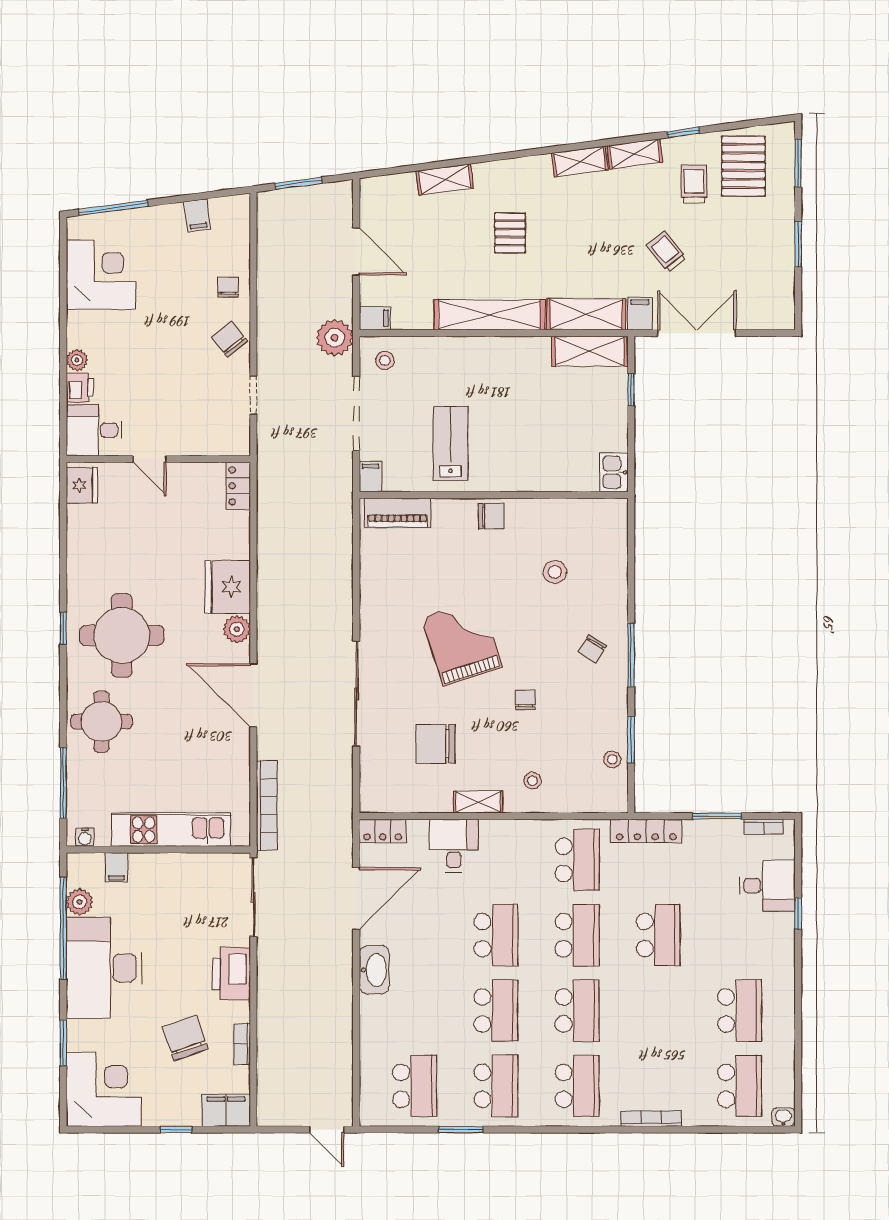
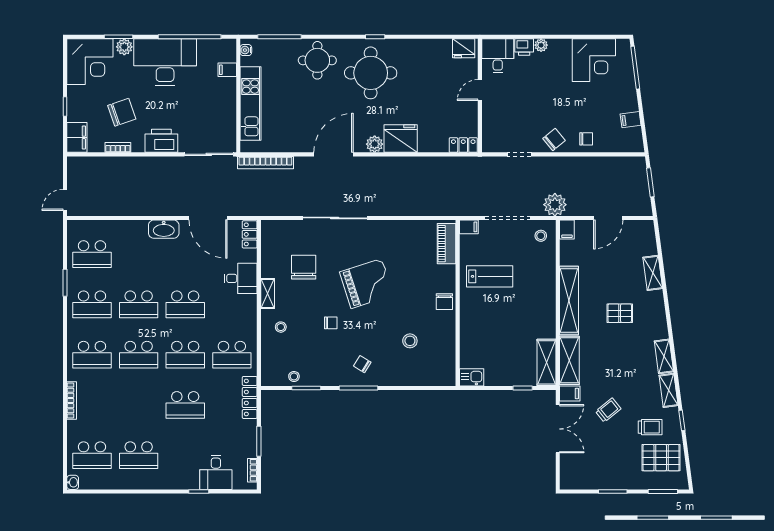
plant: (80, 902) -> (124, 47), moved

